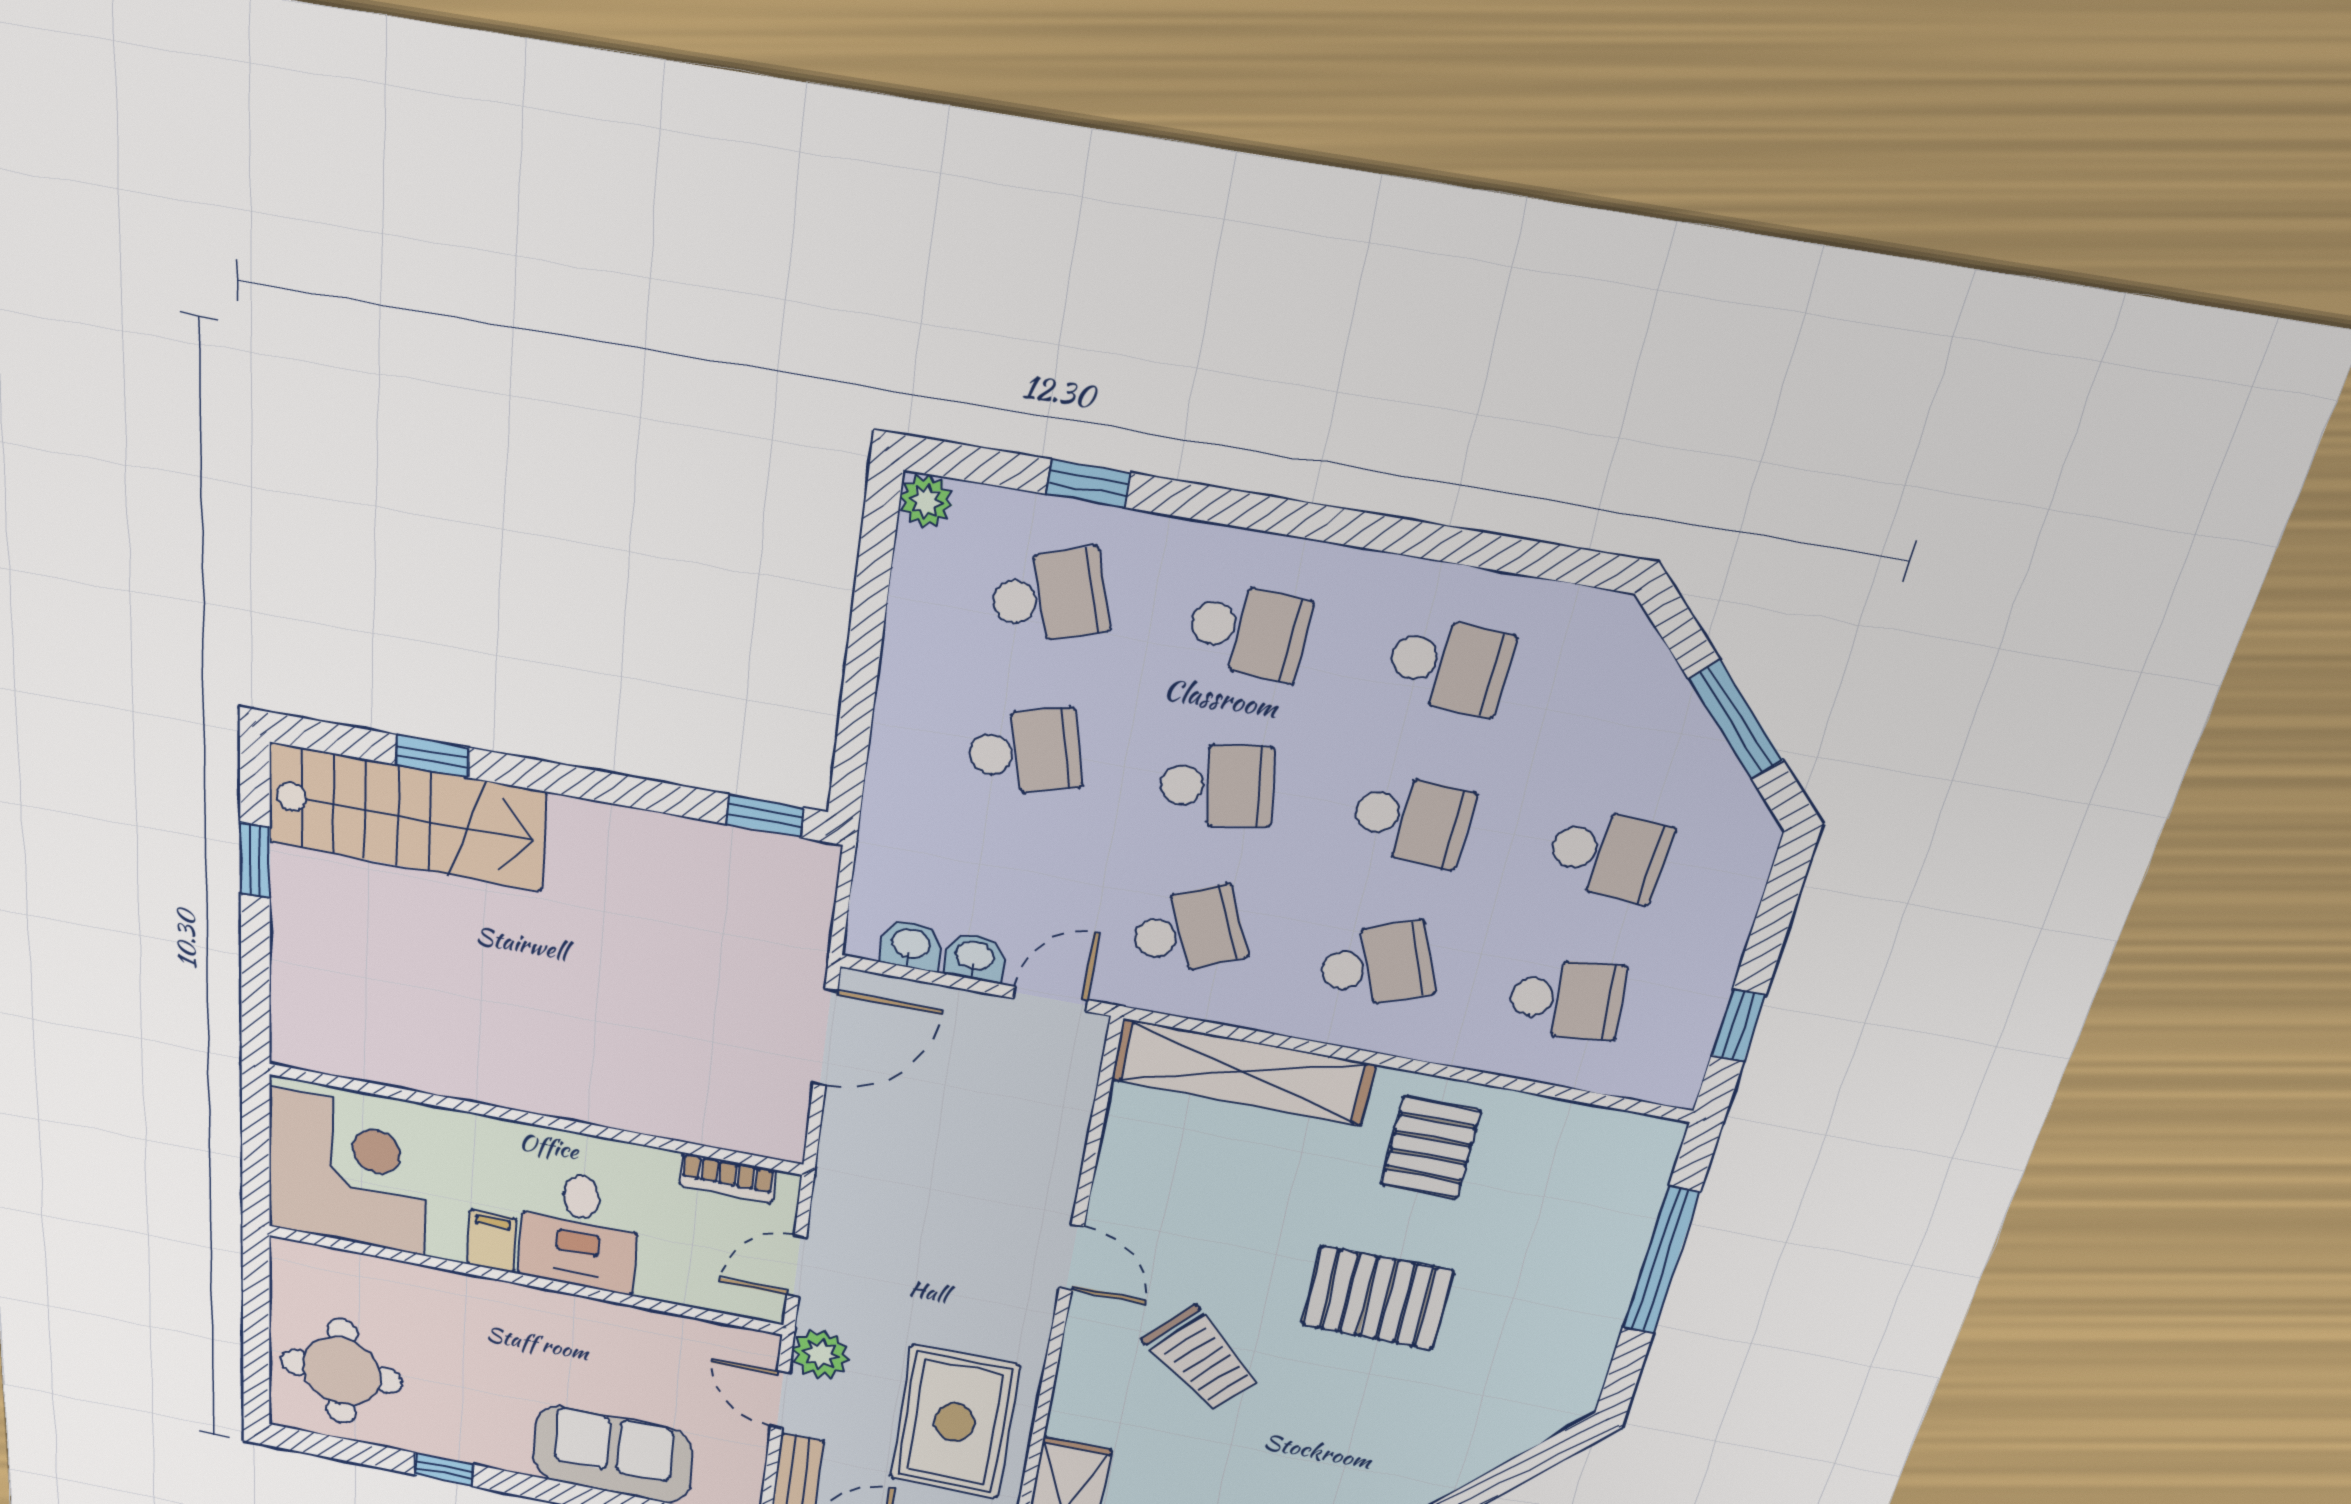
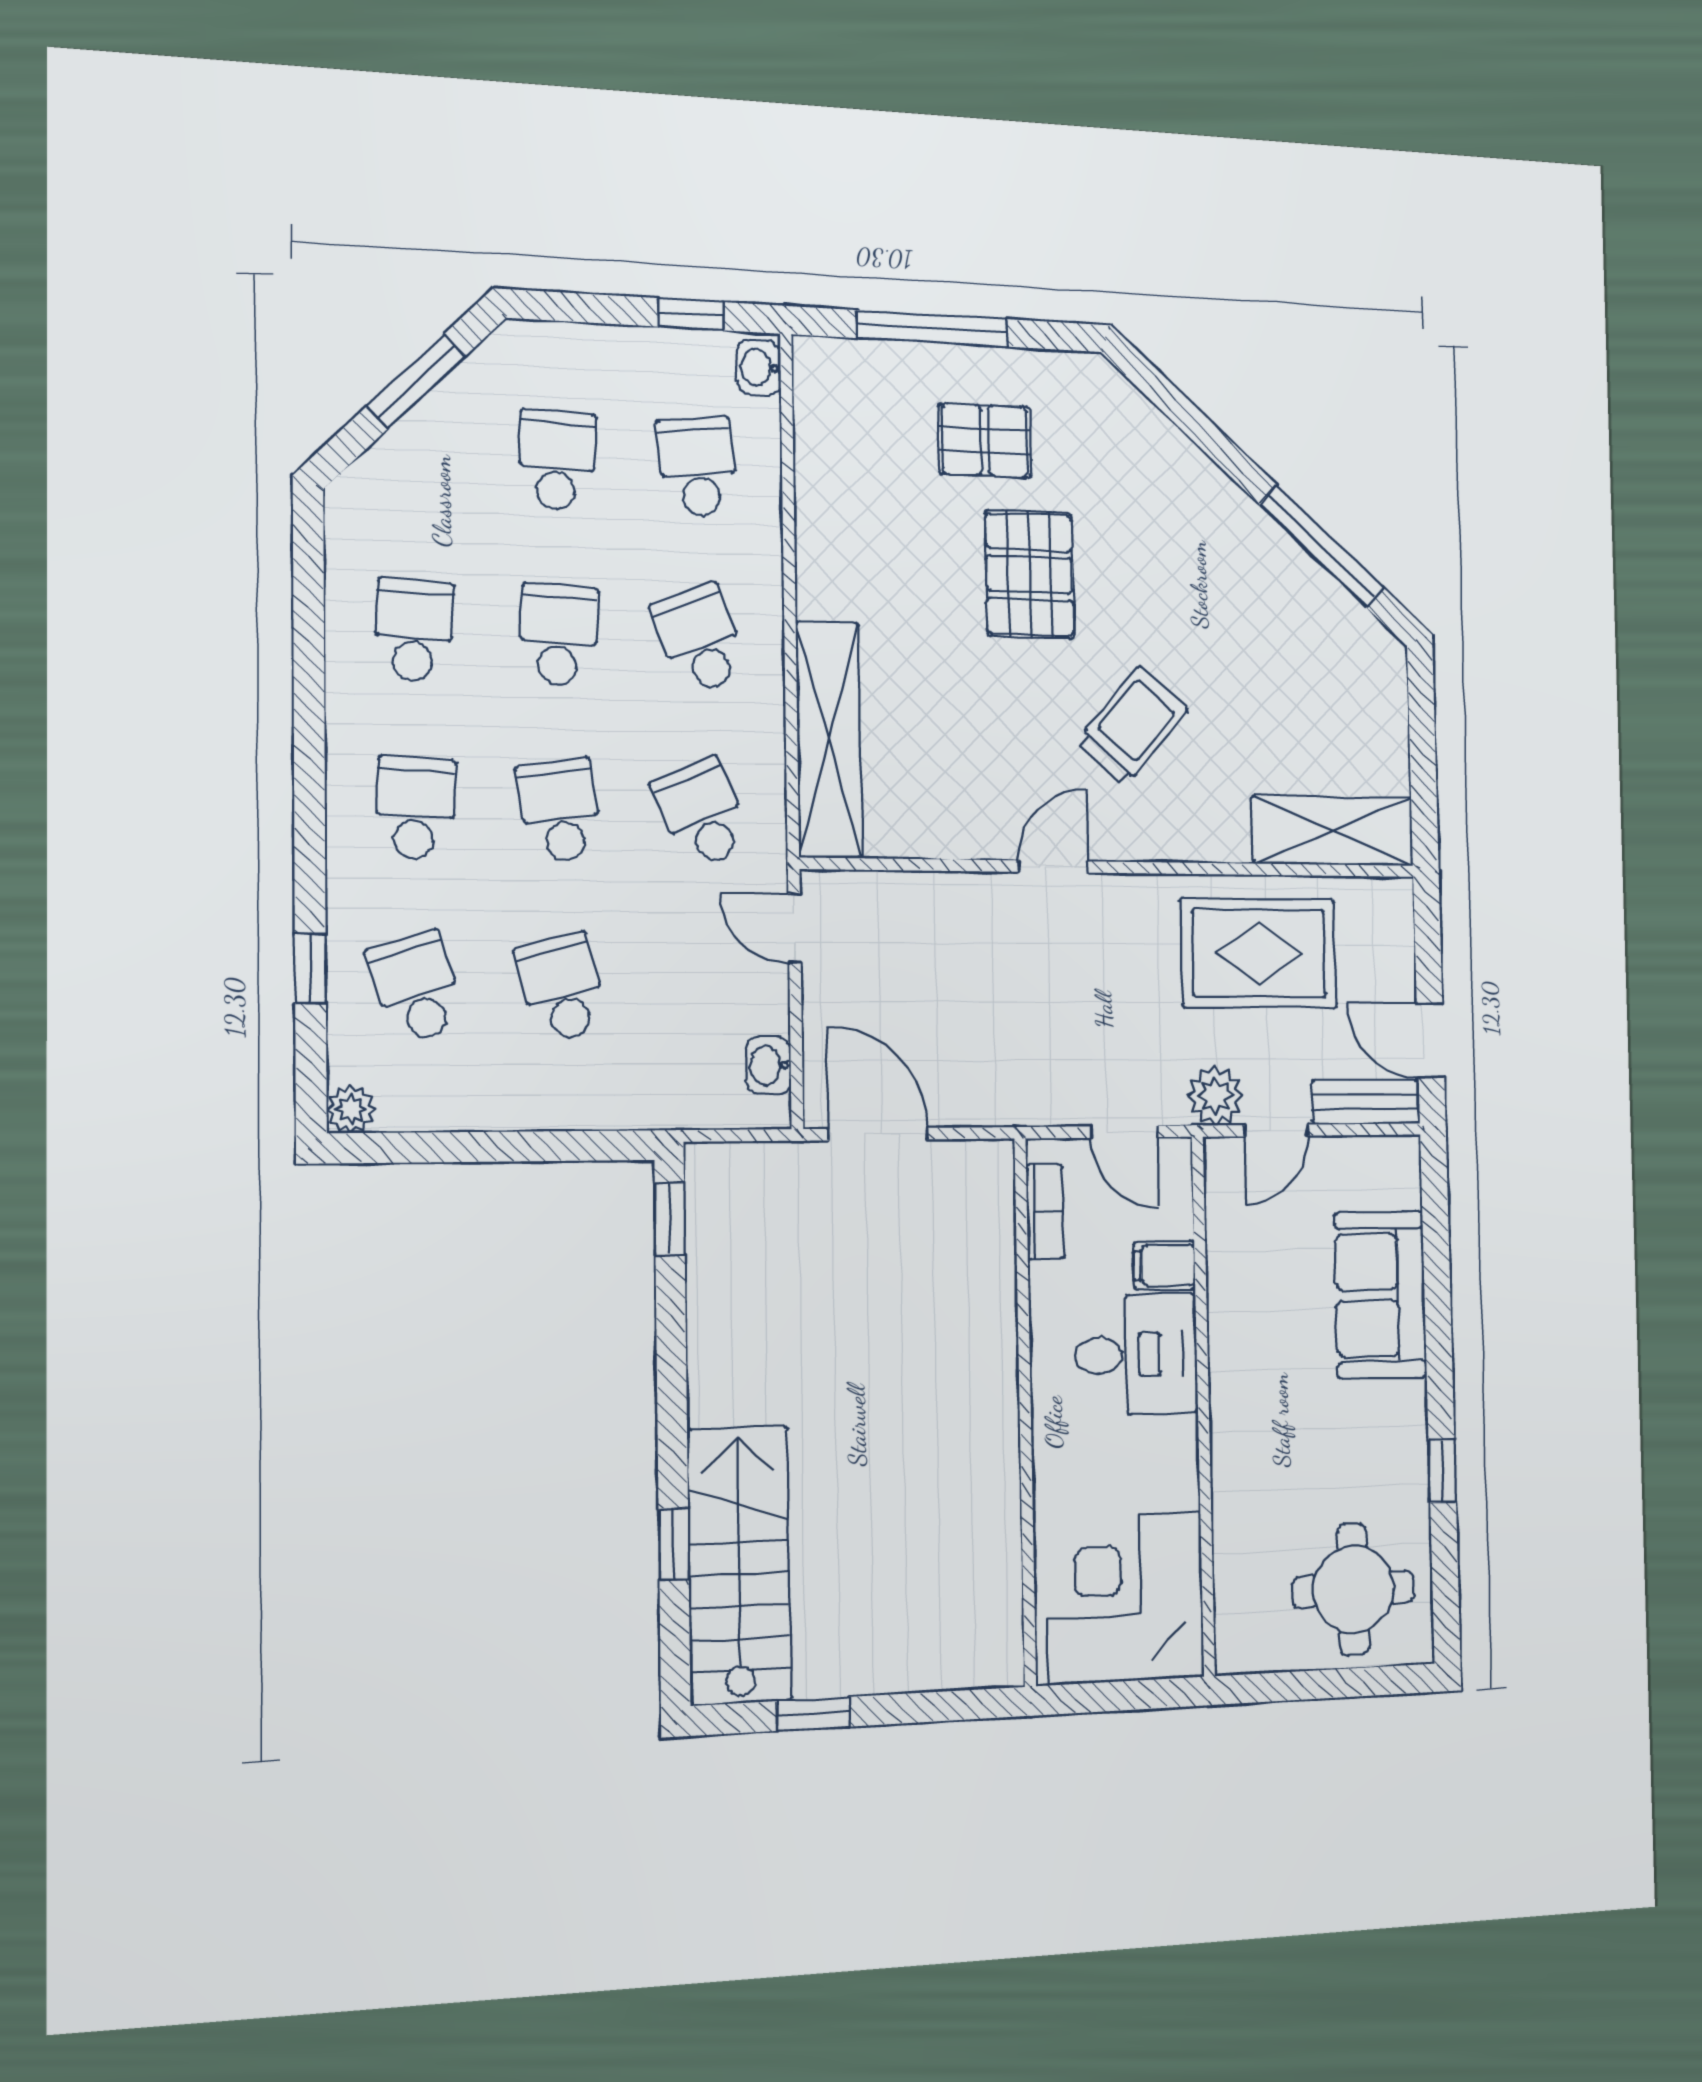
washbasin: (975, 957) -> (759, 367), moved
pallet: (1430, 1148) -> (985, 440), moved
filing cabinet: (492, 1241) -> (1164, 1265), moved

